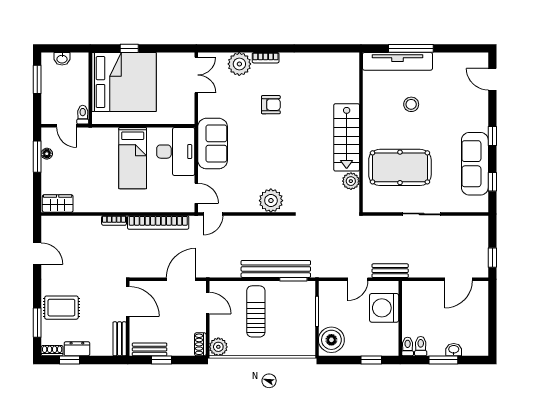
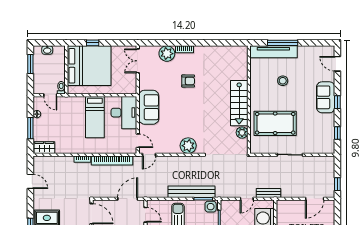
double door: (196, 75) -> (138, 61), swing flipped
window: (37, 157) -> (30, 128), moved
sofa: (475, 164) -> (326, 97), moved, width x0.73
side table: (304, 291) -> (211, 207), added

